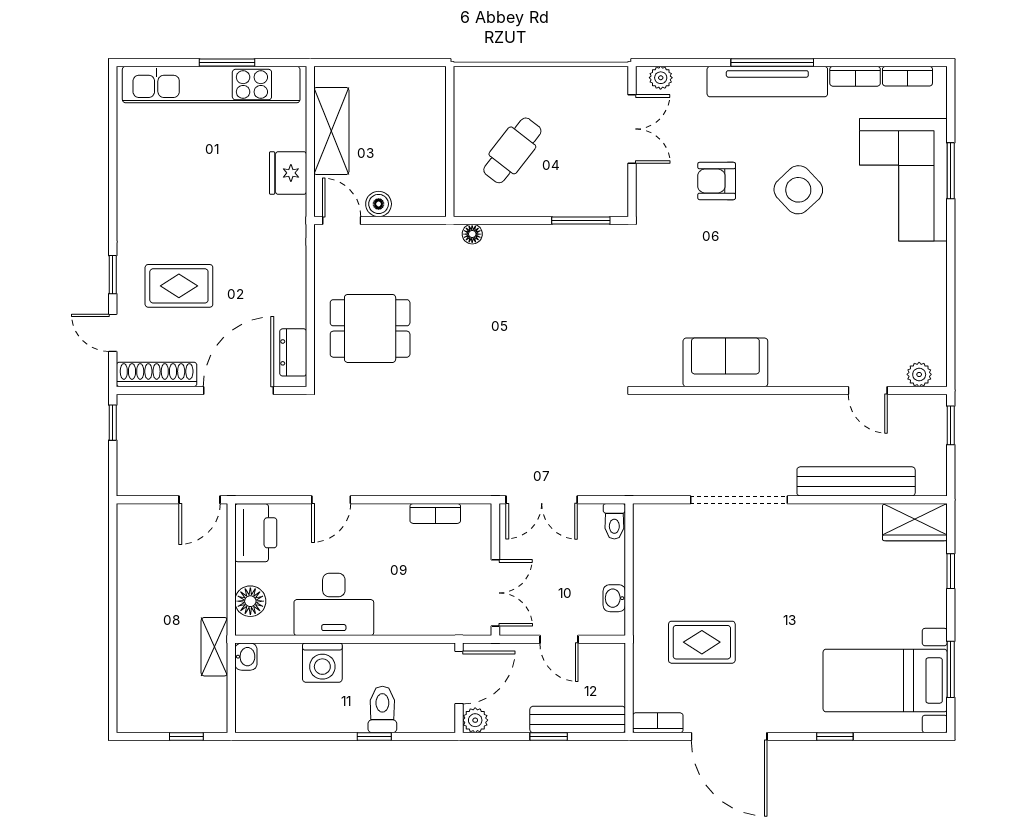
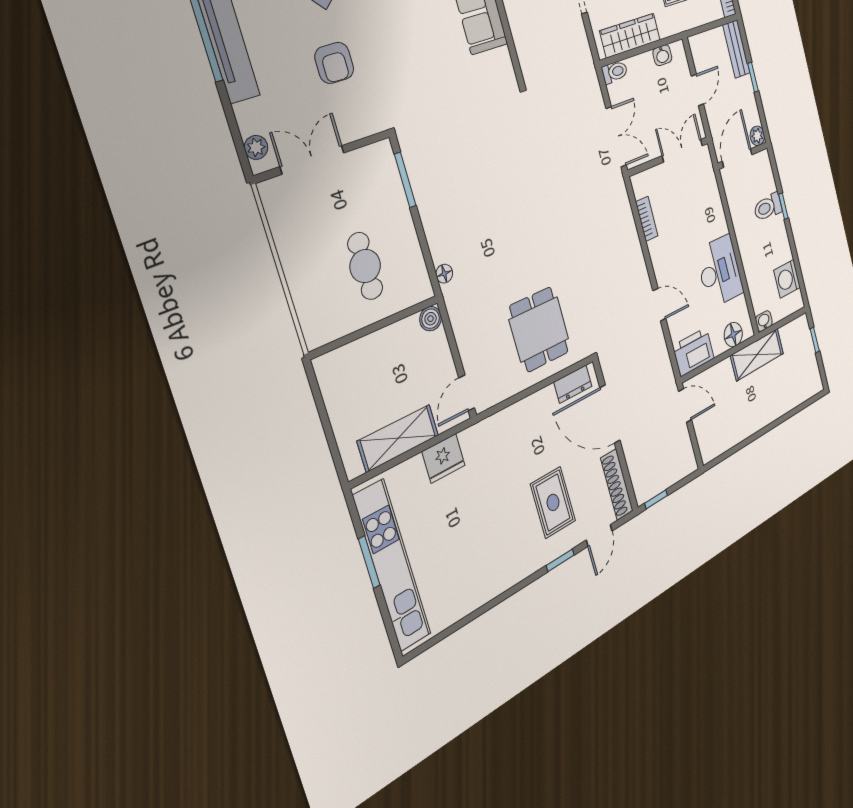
cafe table: (512, 150) -> (365, 266), turned 52
boiler: (379, 204) -> (431, 319), moved
wardrobe: (649, 557) -> (630, 35), added
shelving: (214, 647) -> (757, 355), width x1.50, depth x1.33
washing machine: (322, 663) -> (787, 279), moved, turned 180
door: (459, 678) -> (737, 158), hinge flipped
bench: (578, 720) -> (736, 49), width x0.73

